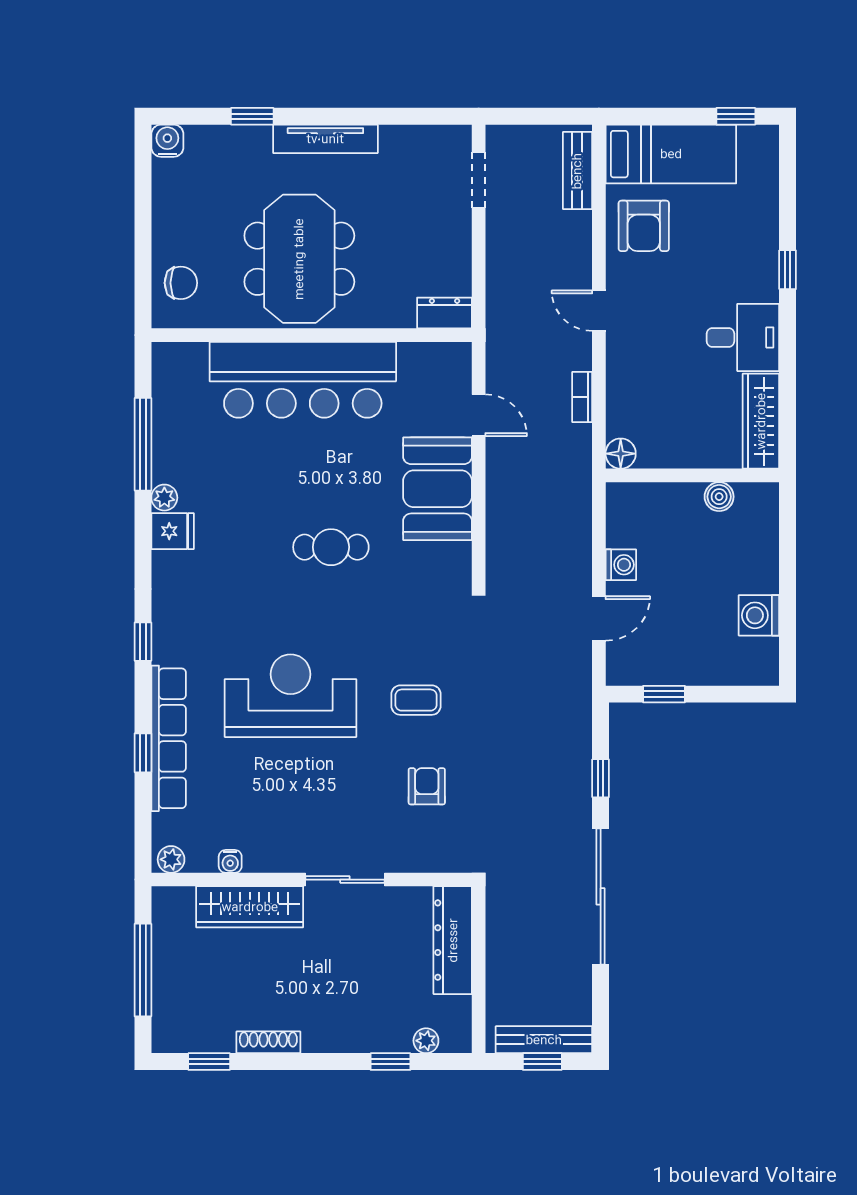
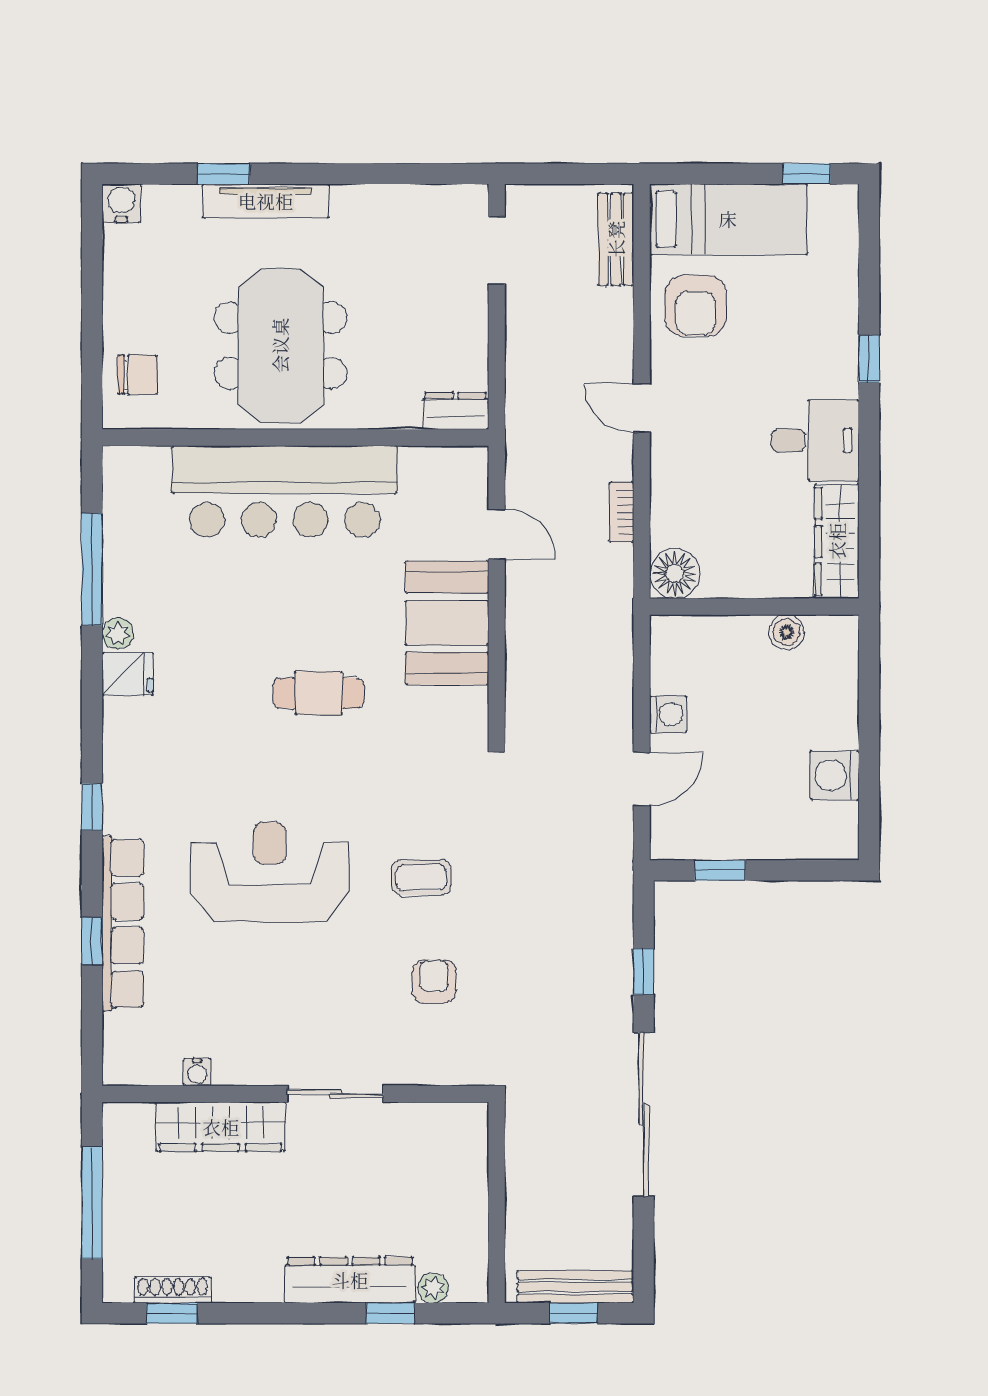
tv unit: (325, 139) -> (266, 201), moved
floor lamp: (621, 454) -> (675, 574), width x1.38, depth x1.38
plant: (171, 859) -> (126, 1070), removed
dresser: (453, 940) -> (350, 1280), moved, turned 90
shoe rack: (268, 1042) -> (173, 1290), moved

